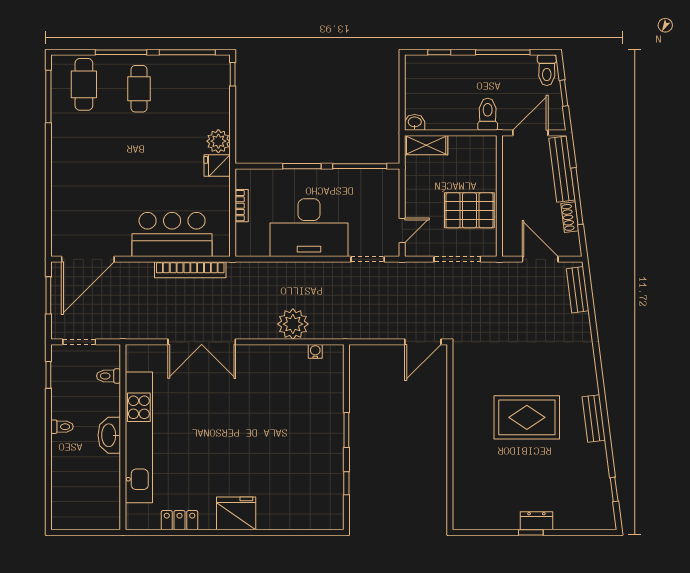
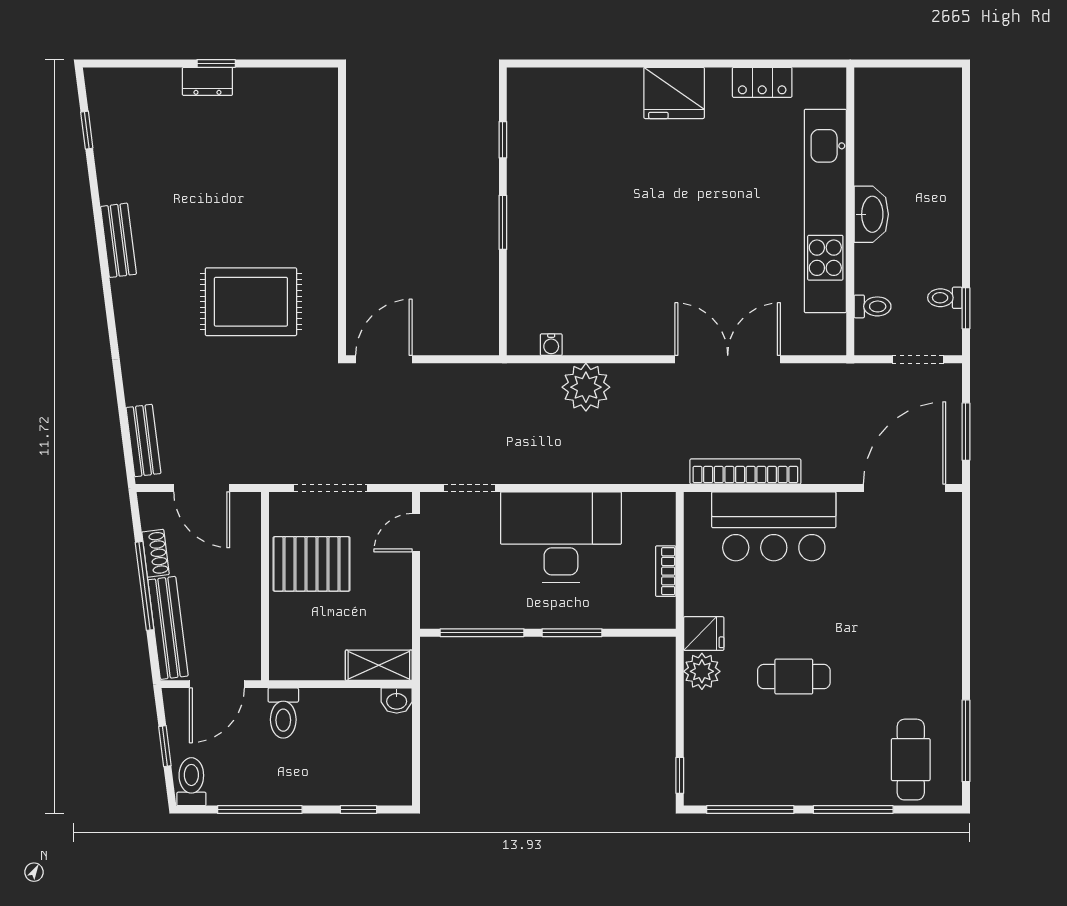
cafe table: (139, 89) -> (794, 677), moved, turned 90
rug: (527, 417) -> (251, 302), moved
toilet: (62, 427) -> (945, 298), moved

